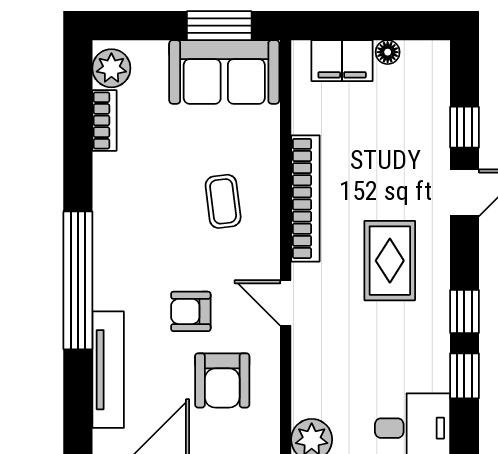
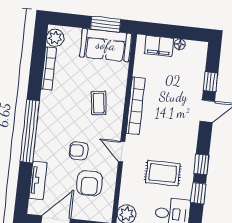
bookcase: (104, 121) -> (49, 69), width x1.56
rug: (390, 261) -> (163, 173), moved, turned 90
tv unit: (108, 370) -> (38, 180), width x0.71

